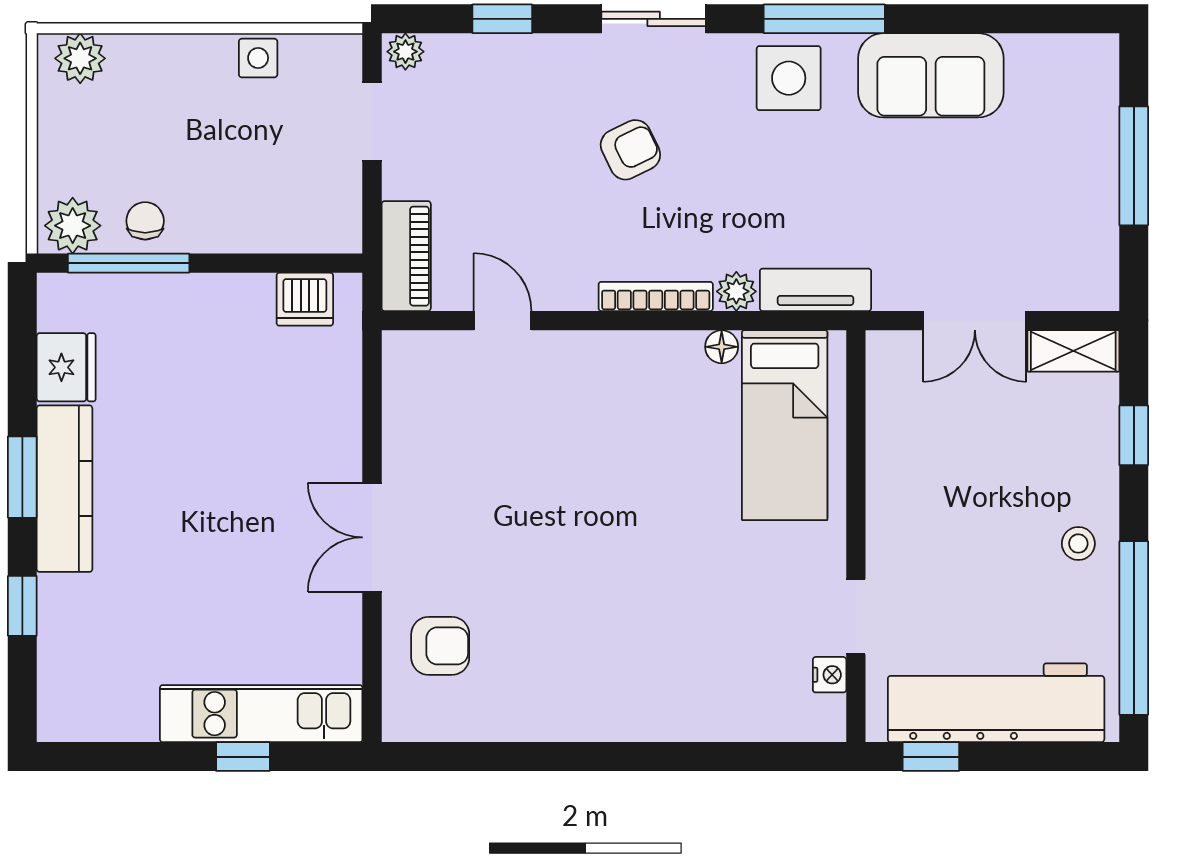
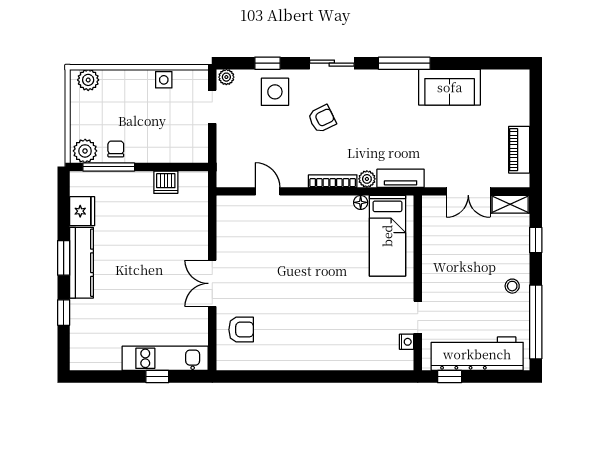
side table: (789, 78) -> (275, 92), moved
window: (1134, 166) -> (536, 126), removed
piano: (406, 256) -> (519, 150), moved, turned 180
dishwasher: (305, 299) -> (166, 182), moved

